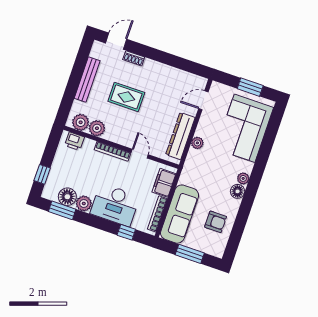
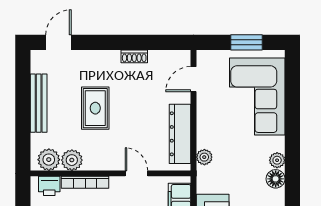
shoe rack: (134, 58) -> (134, 56), moved
rug: (126, 97) -> (95, 108), turned 90
plant: (197, 143) -> (204, 157), moved
bookcase: (112, 151) -> (85, 182), moved

